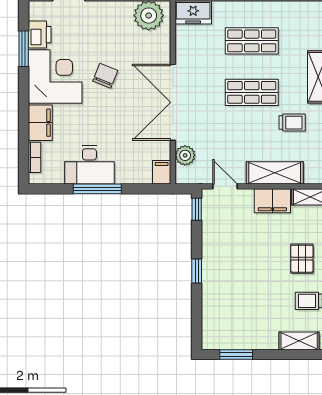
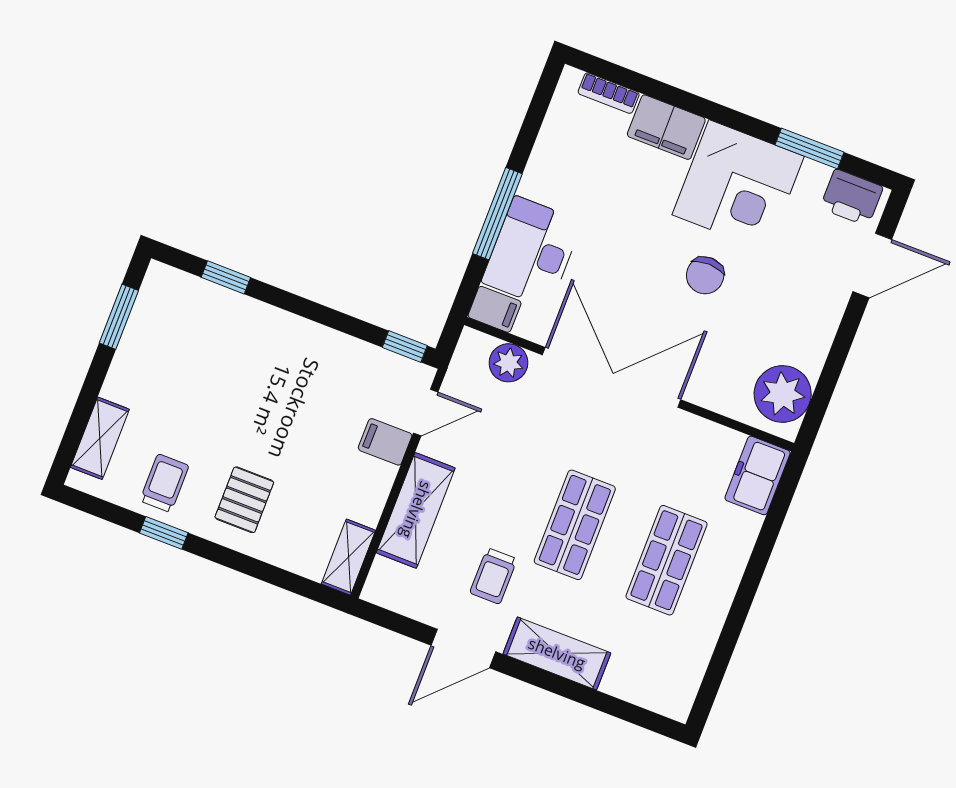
printer: (40, 35) -> (852, 197), moved
chair: (105, 76) -> (705, 275), turned 69
desk: (89, 165) -> (532, 252), moved
window: (97, 189) -> (497, 214), moved
filing cabinet: (272, 201) -> (385, 442), moved, width x0.50
pallet: (302, 259) -> (244, 500), turned 90
window: (197, 271) -> (226, 277), moved

